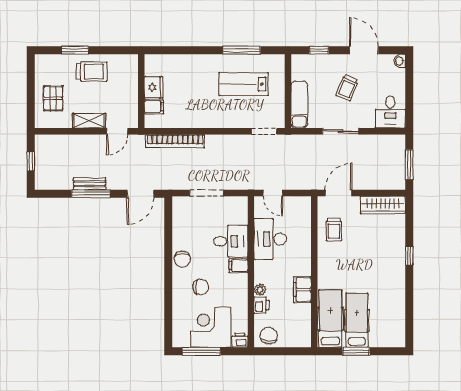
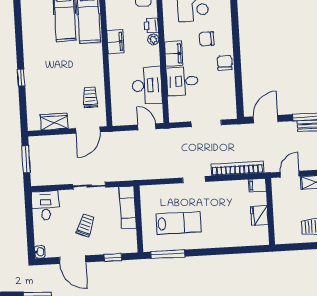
window: (242, 50) -> (168, 254), moved
filing cabinet: (154, 107) -> (257, 185), moved
doorway: (264, 131) -> (194, 180), moved
wardrobe: (383, 205) -> (54, 122), width x0.67
filing cabinet: (238, 265) -> (174, 54), width x2.00

